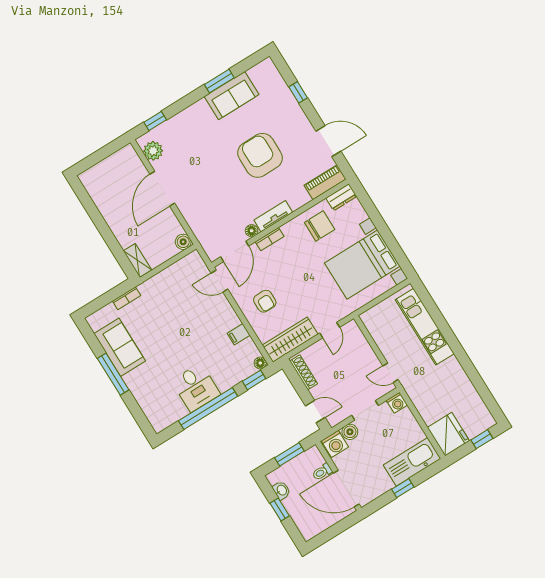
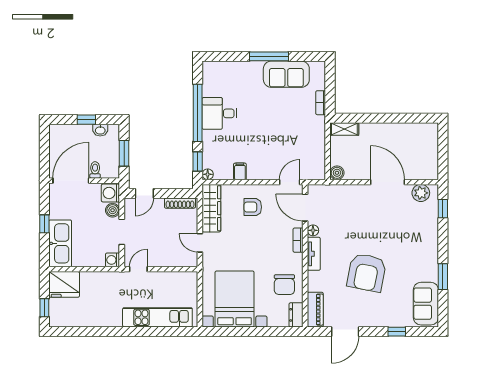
sofa: (232, 96) -> (426, 304), moved
armchair: (260, 155) -> (367, 273), turned 101

